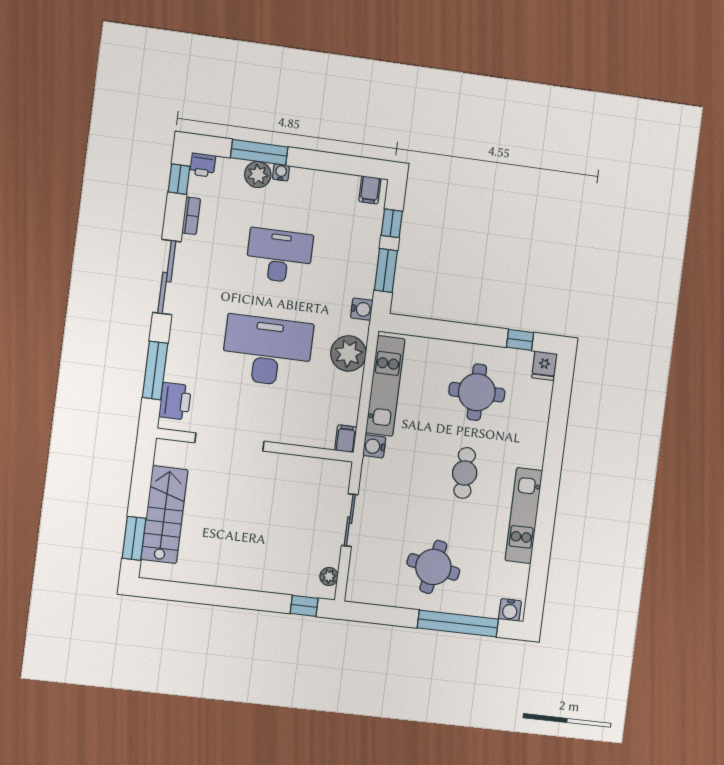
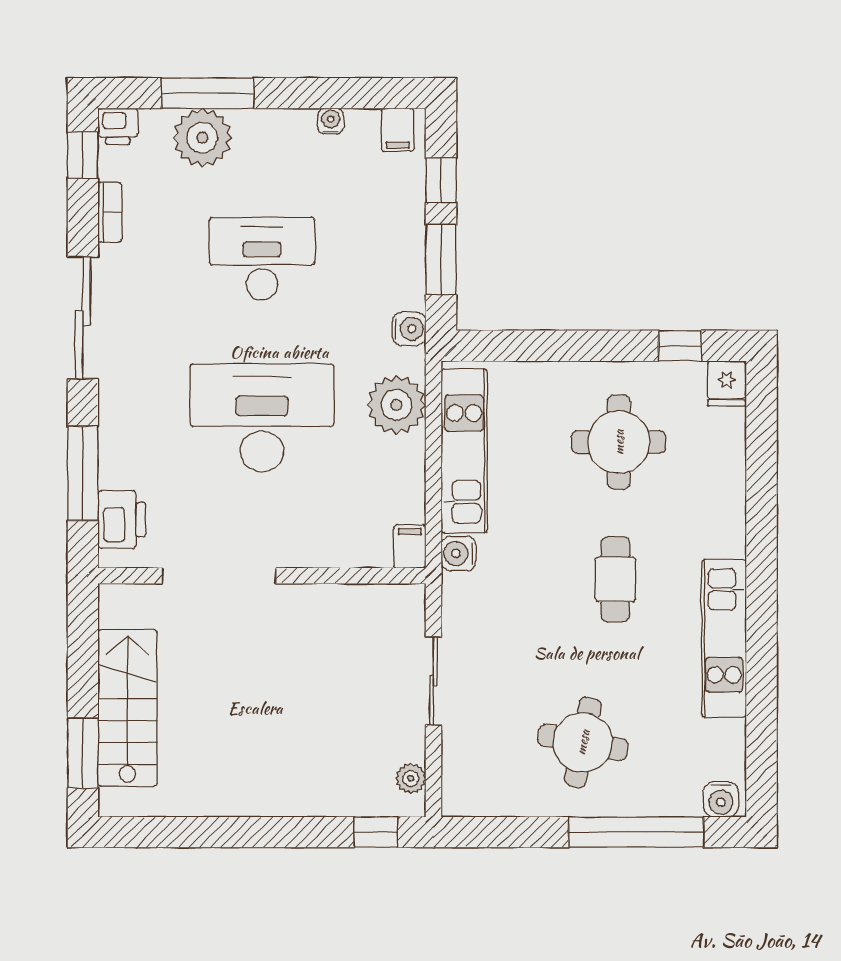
water cooler: (281, 172) -> (331, 121), moved
plant: (258, 175) -> (202, 138), width x1.36, depth x1.36

